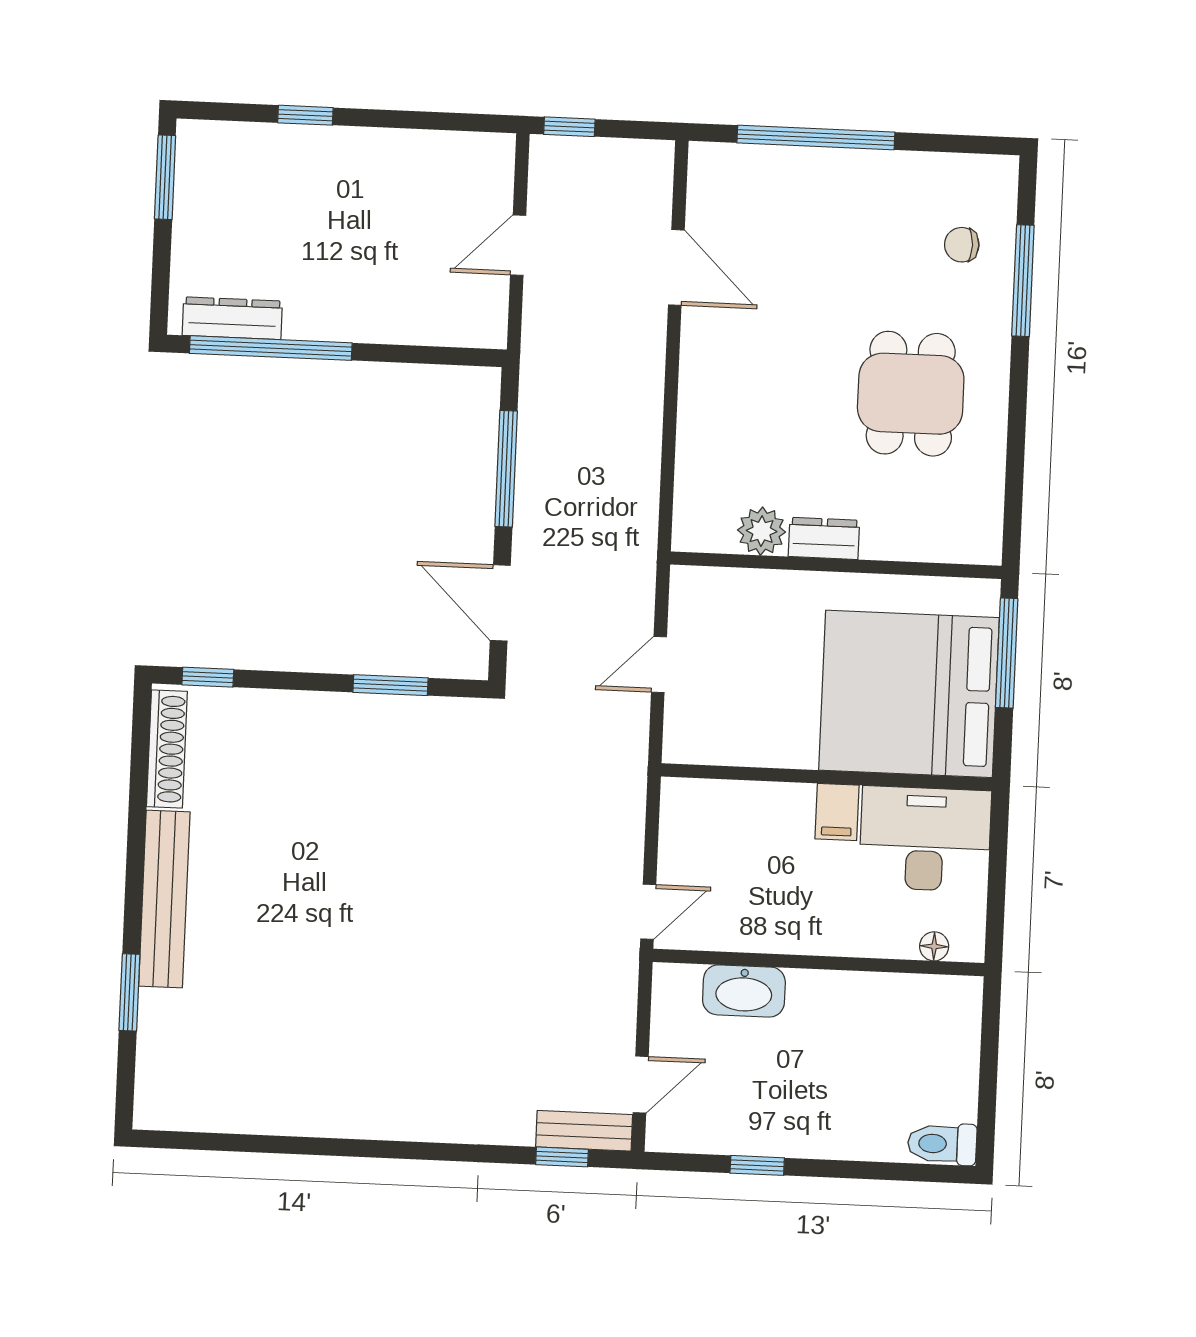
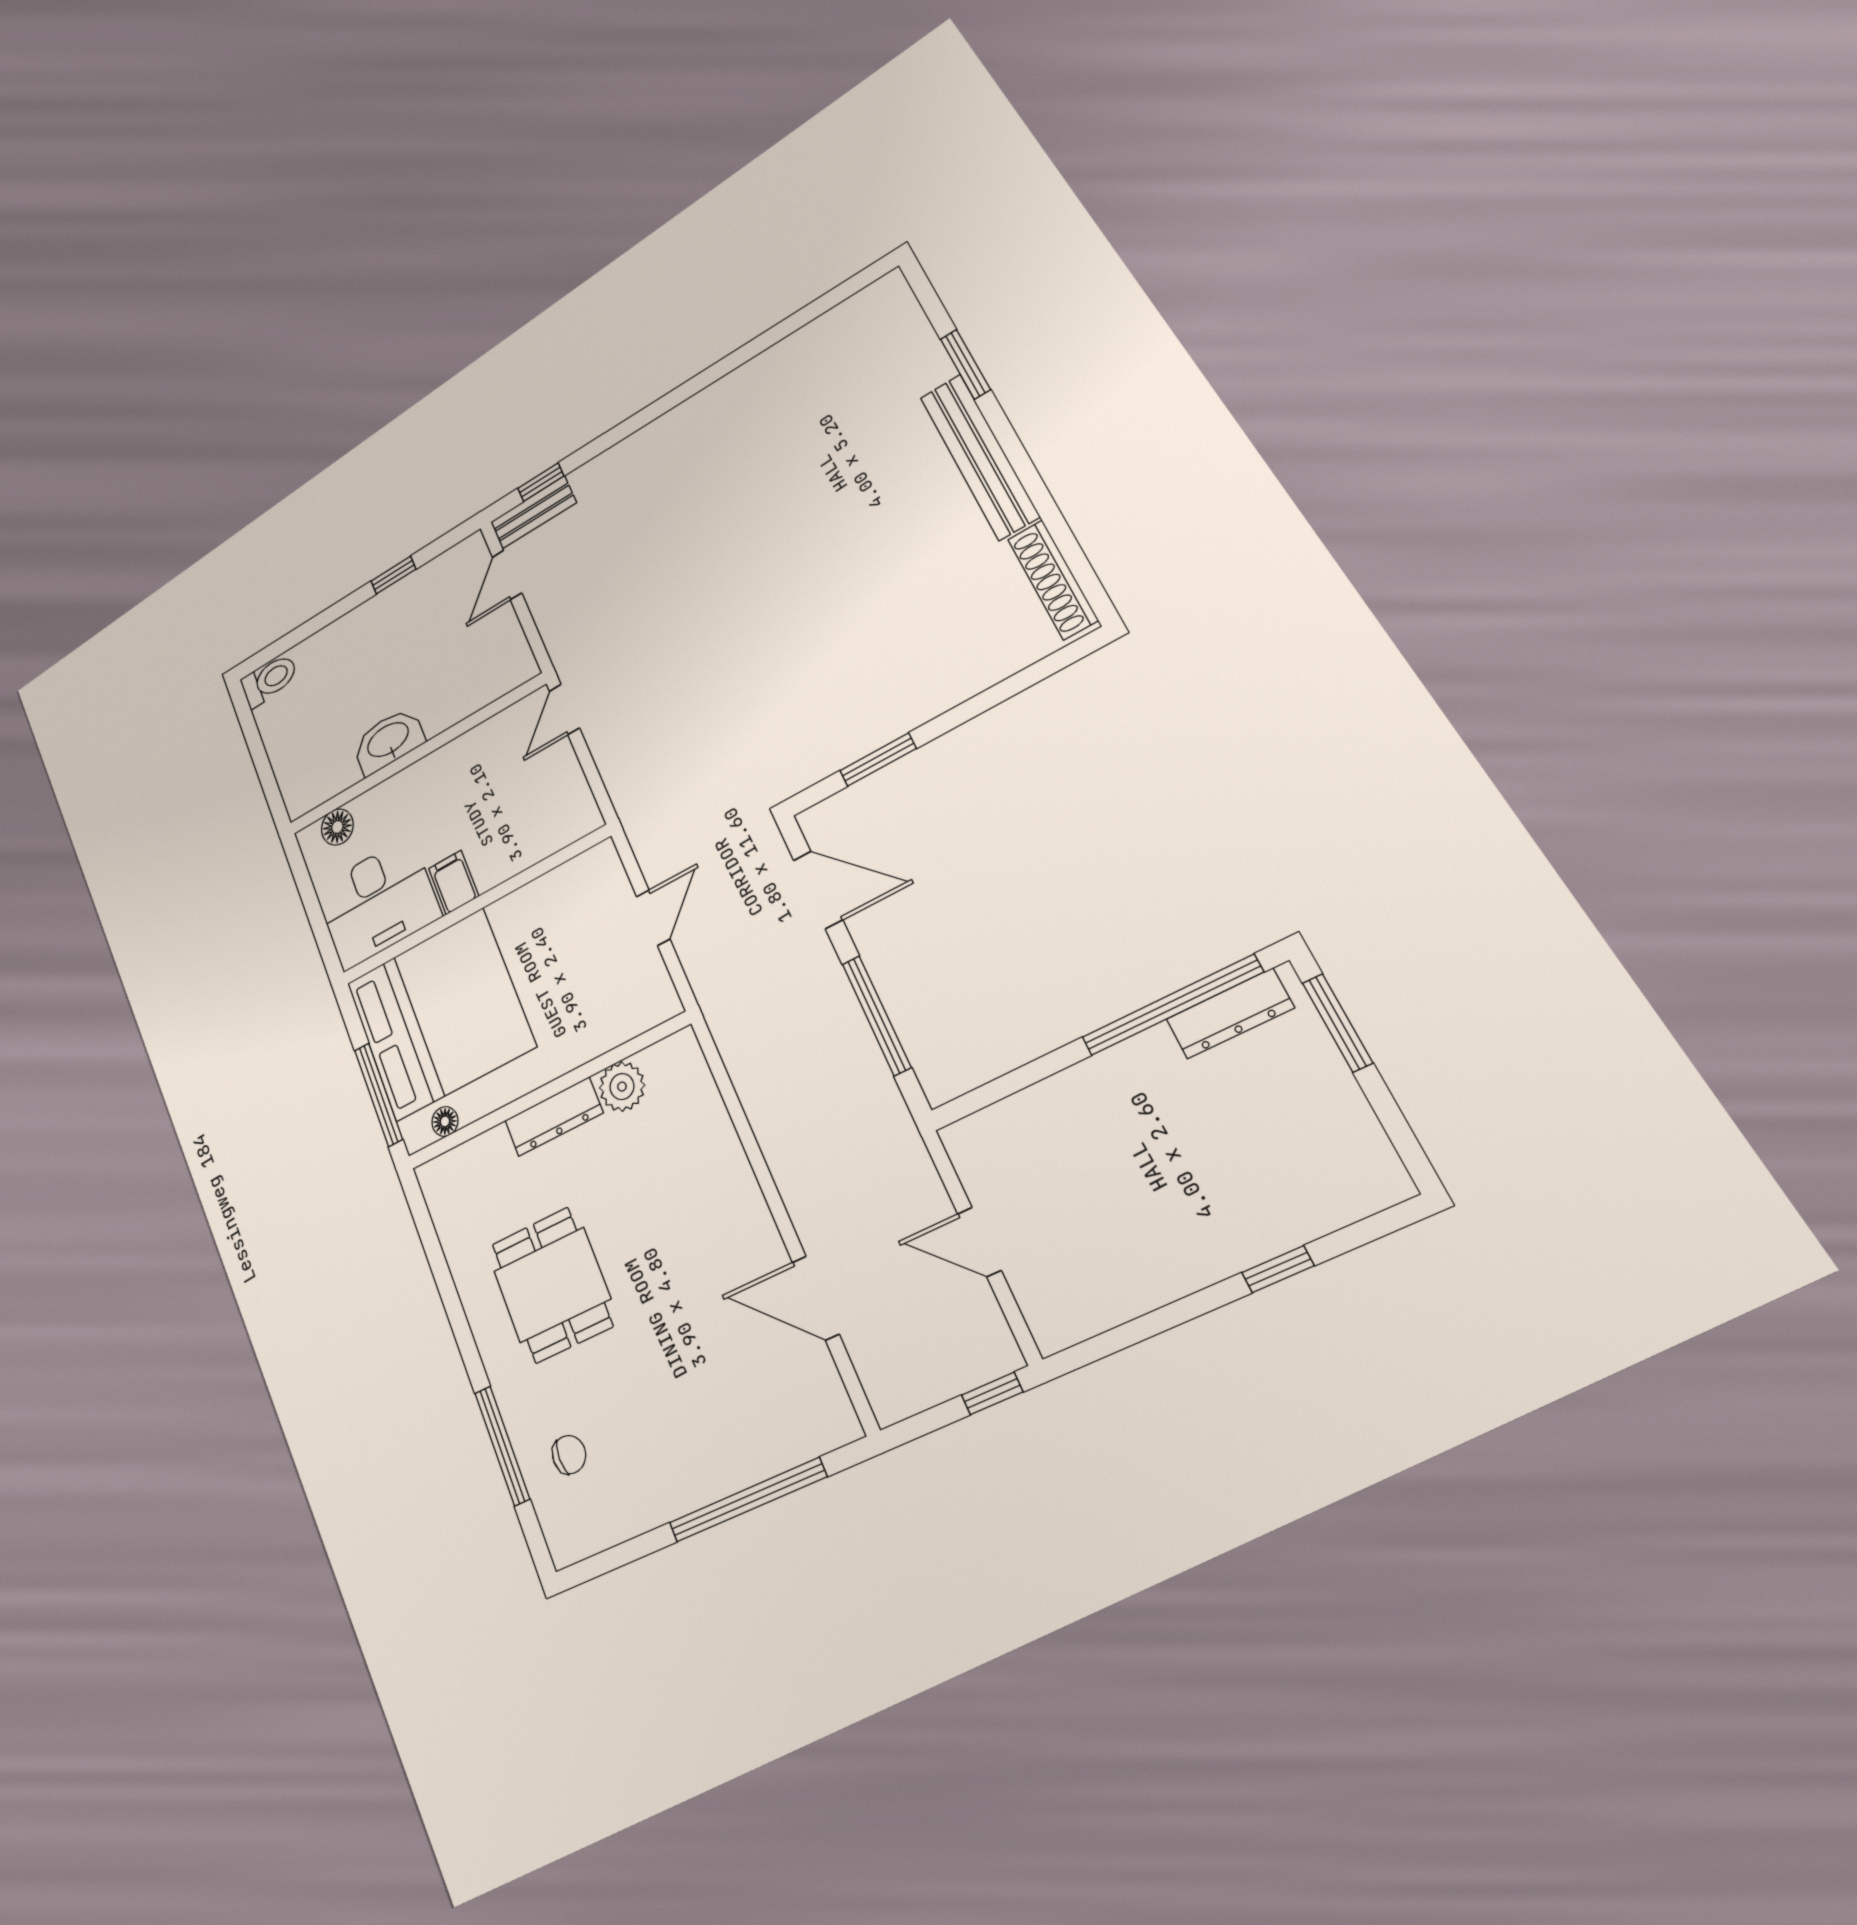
window: (165, 177) -> (1337, 1023), moved
door: (518, 245) -> (979, 1242), swing flipped
dresser: (824, 538) -> (554, 1117), width x1.44
floor lamp: (949, 592) -> (445, 1121), added
window: (208, 677) -> (1052, 664), removed
floor lamp: (934, 946) -> (337, 827), width x1.37, depth x1.37
washbasin: (744, 991) -> (388, 741), moved

